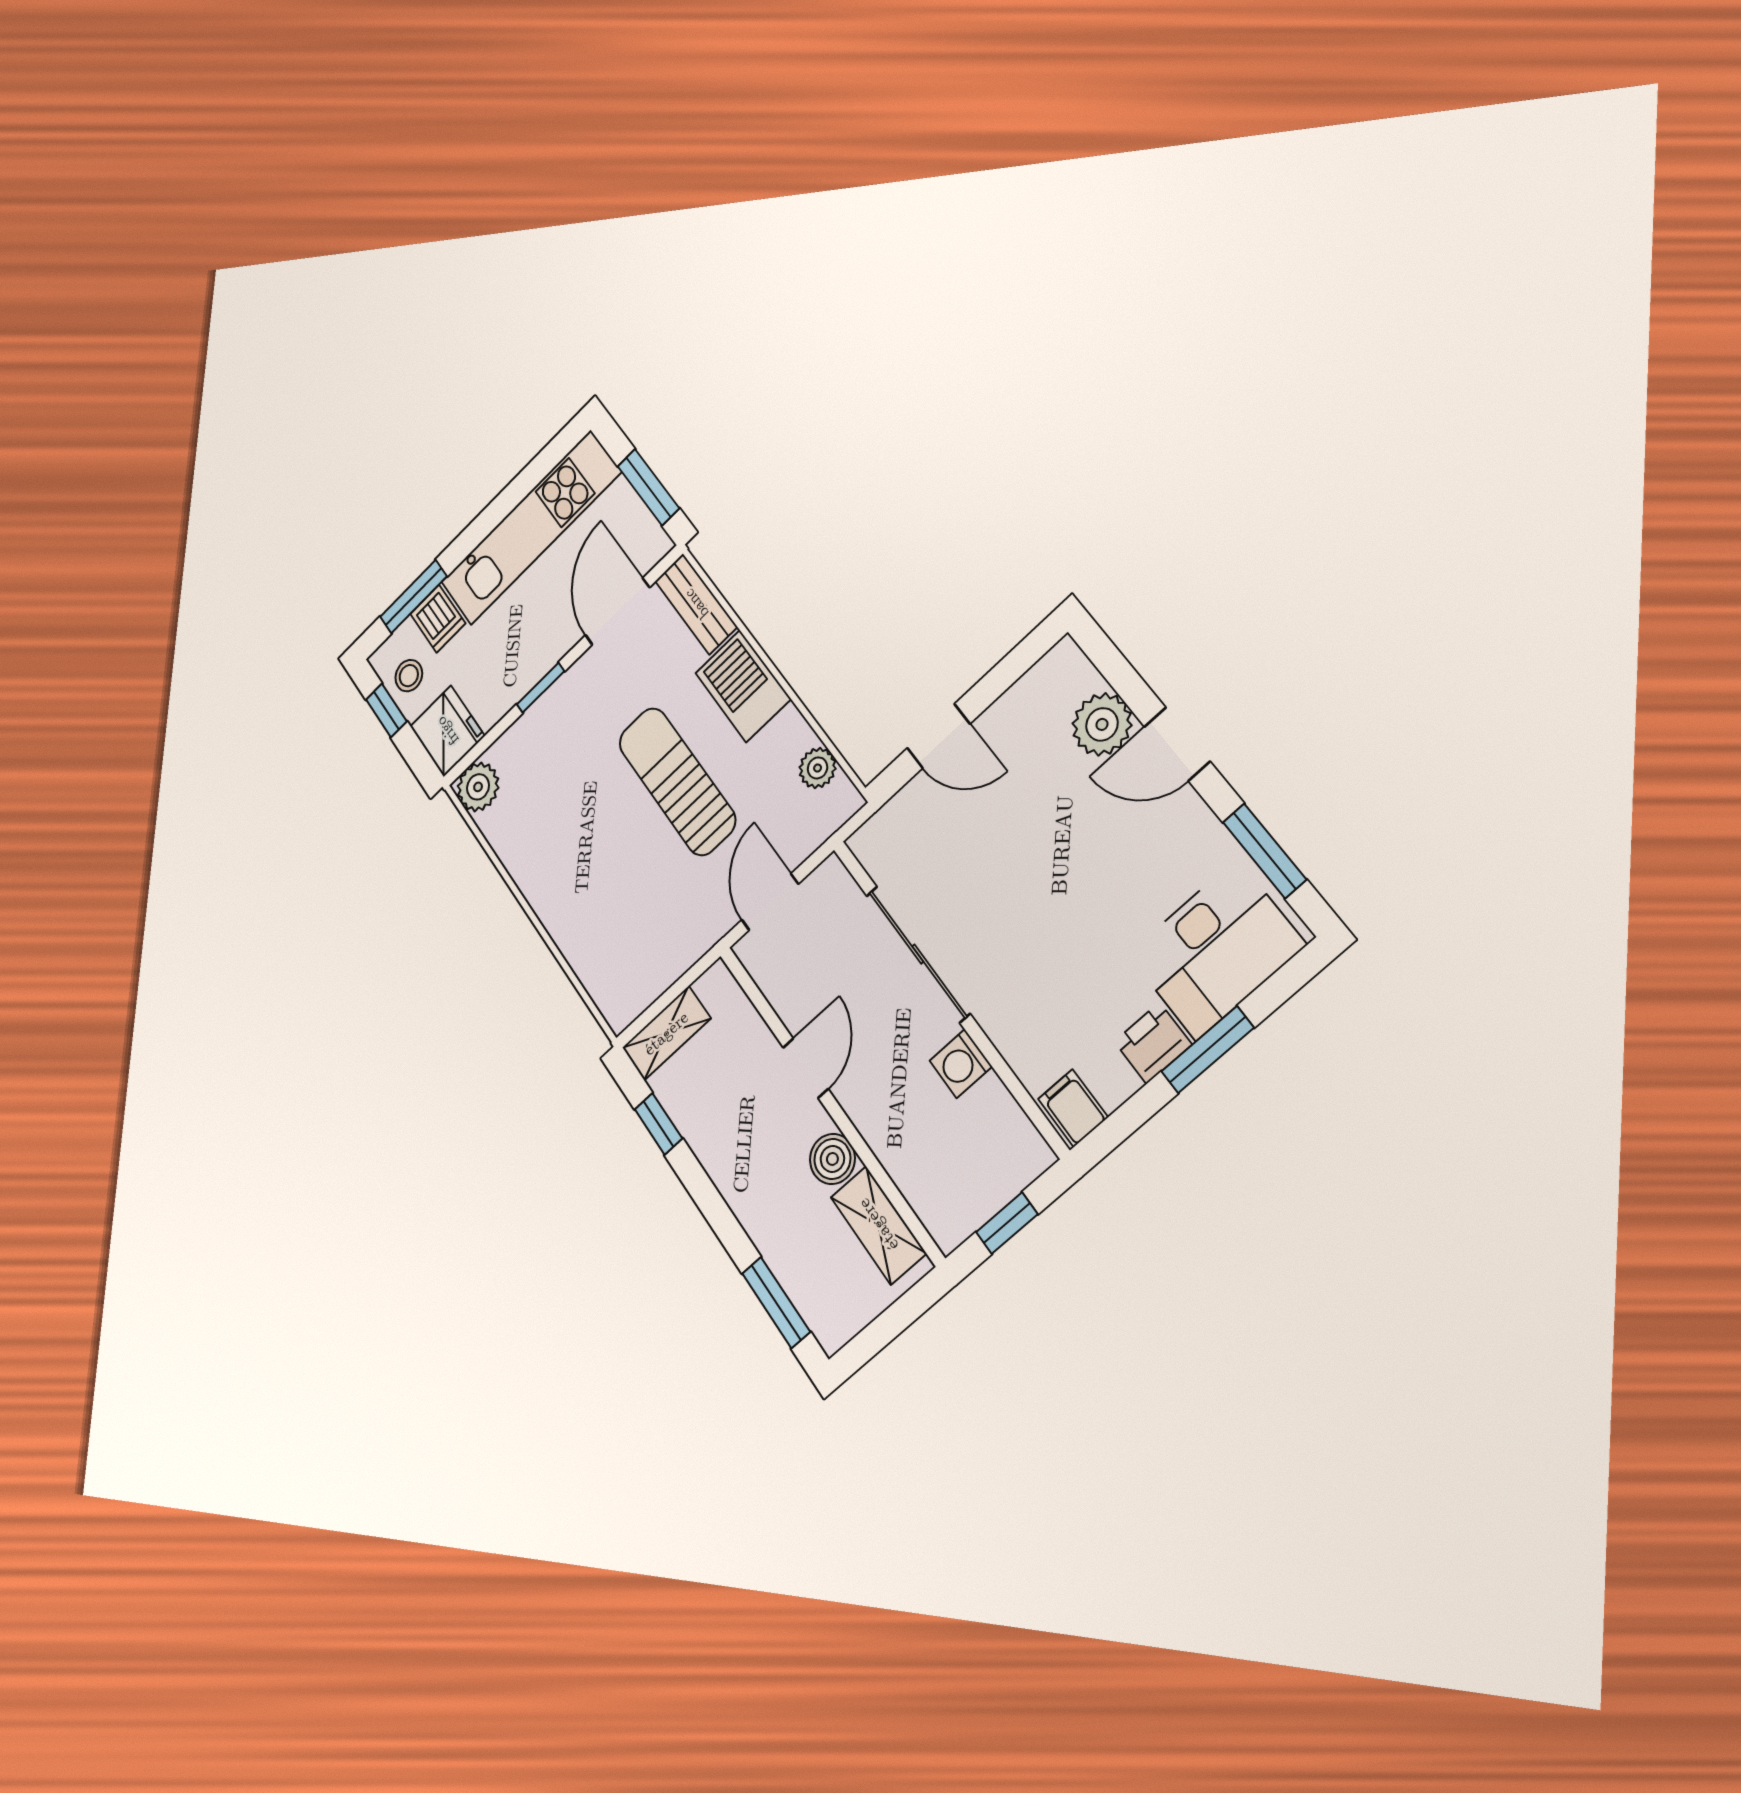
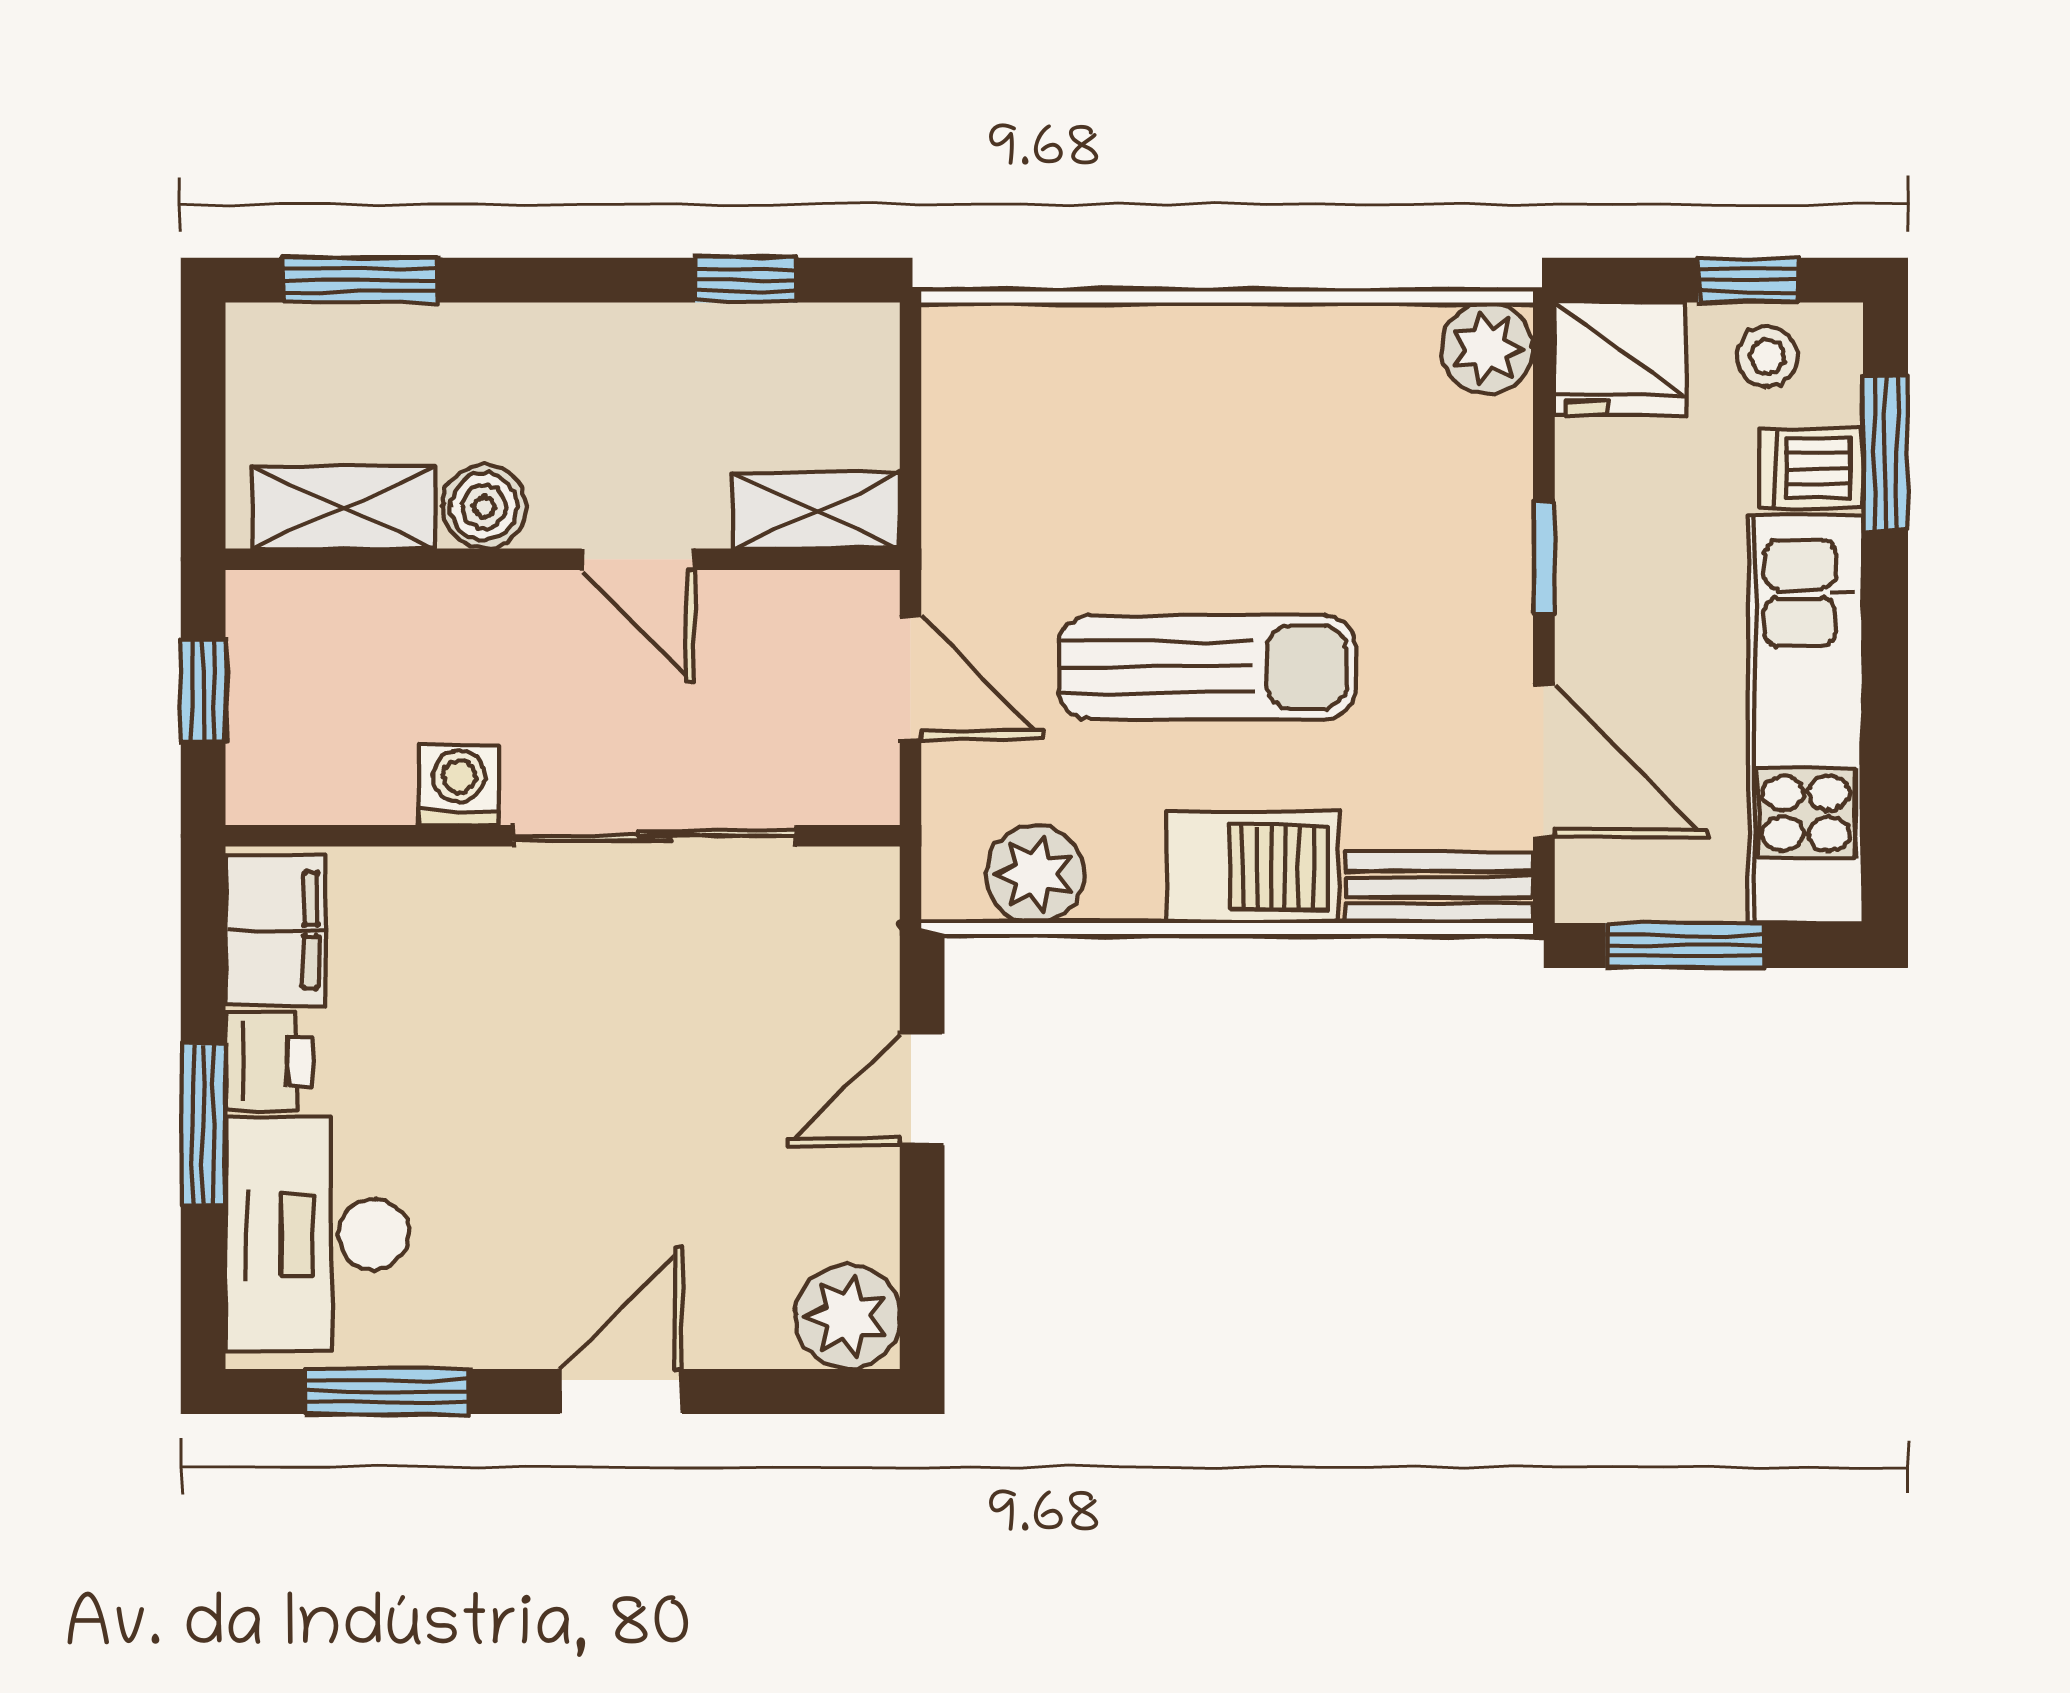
plant: (1102, 724) -> (848, 1317), moved
plant: (818, 768) -> (1035, 874), width x1.38, depth x1.38
shelving: (666, 1033) -> (816, 511), moved, turned 90
filing cabinet: (1073, 1108) -> (276, 930), width x2.00

